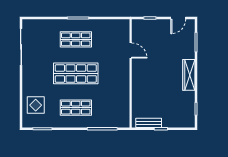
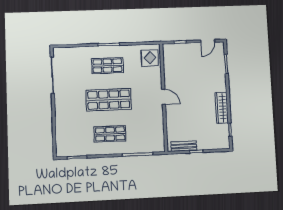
door: (131, 51) -> (164, 97), moved
wardrobe: (189, 75) -> (222, 108), moved
display table: (36, 105) -> (150, 58), moved

